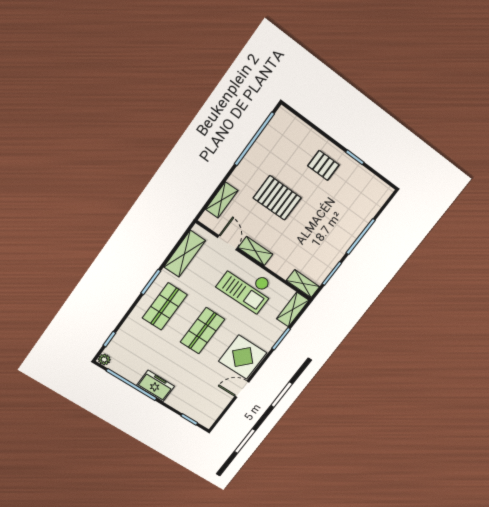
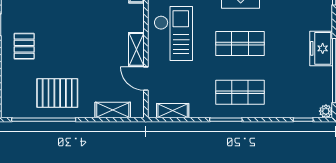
pallet: (277, 198) -> (57, 93), moved, turned 90
door: (227, 243) -> (146, 79), hinge flipped
shelving: (185, 254) -> (173, 111), width x0.67, depth x0.75

